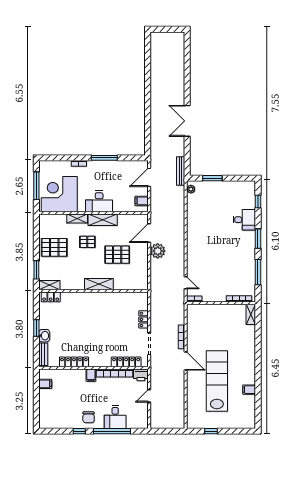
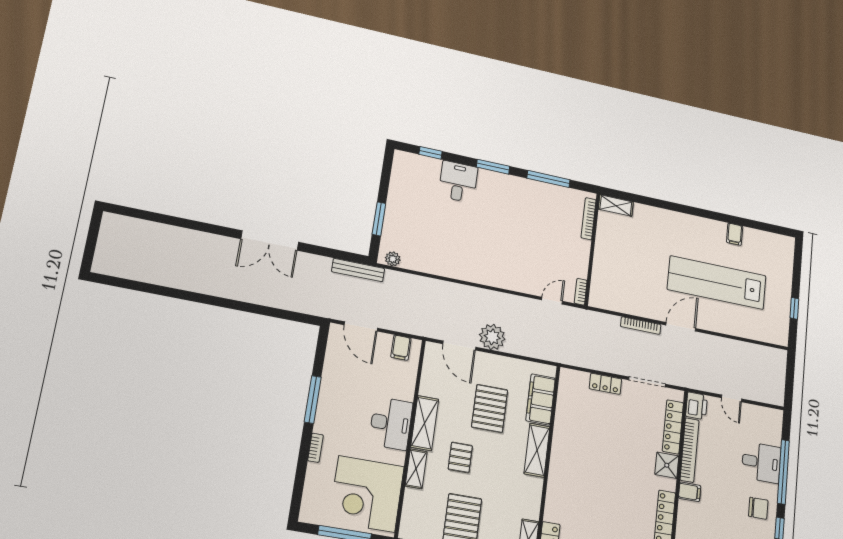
filing cabinet: (128, 283) -> (541, 399), added
shower: (104, 360) -> (667, 465), added

